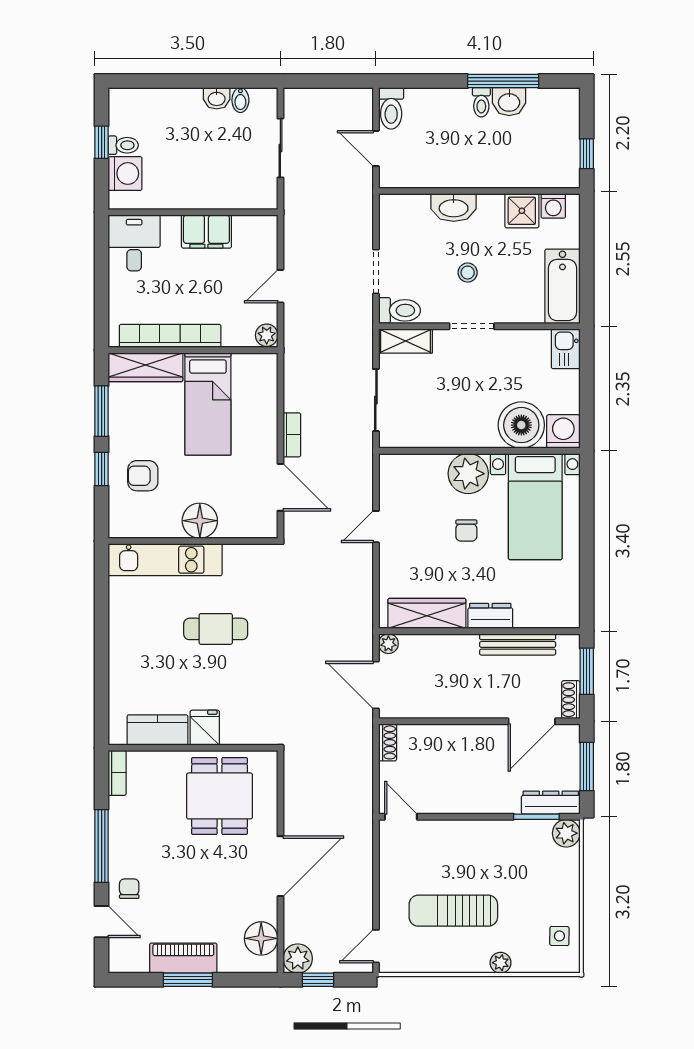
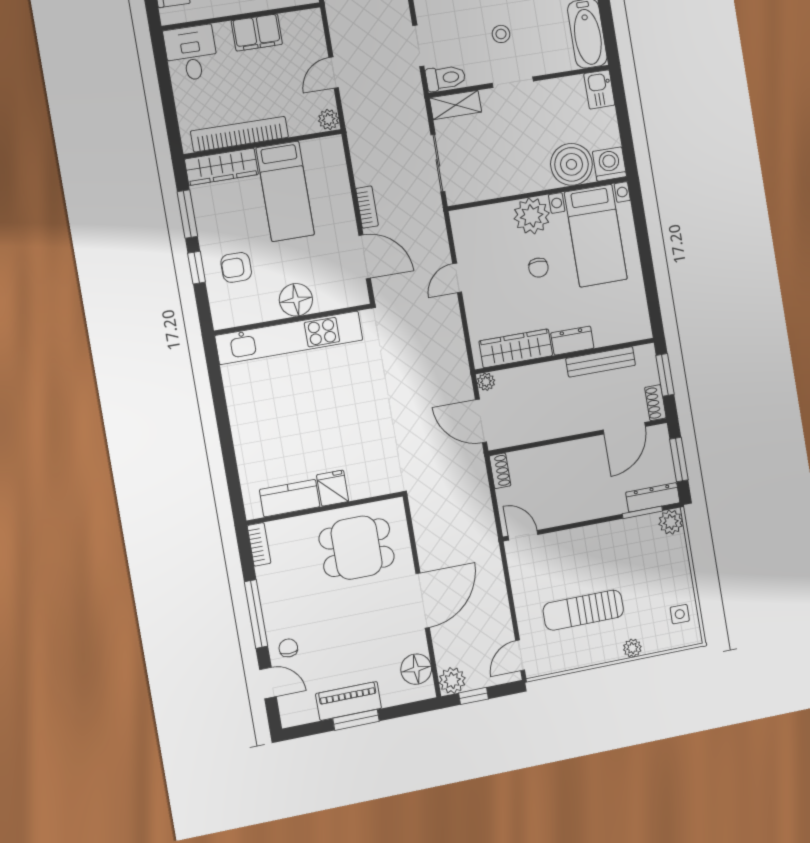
kitchen unit: (165, 560) -> (289, 338), width x1.36
cafe table: (216, 629) -> (327, 396), removed
dining table: (219, 796) -> (357, 548), turned 90

